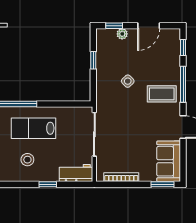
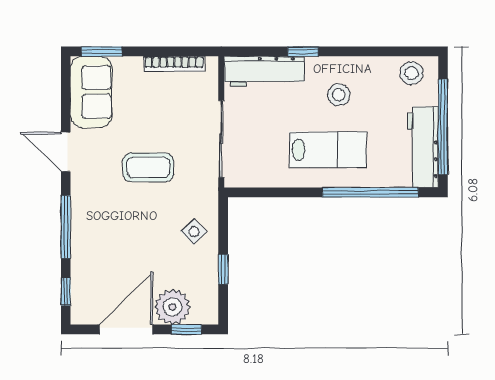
door: (149, 26) -> (126, 329), width x1.36
plant: (122, 34) -> (172, 307), width x1.87, depth x1.87
side table: (128, 81) -> (194, 232), moved
coffee table: (162, 94) -> (148, 167), moved
workbench: (76, 173) -> (264, 71), width x1.38

